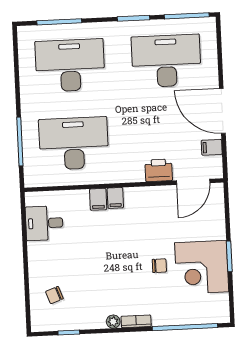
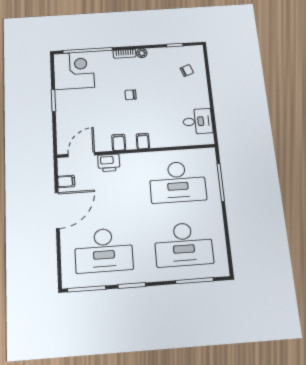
door: (222, 111) -> (57, 211), hinge flipped
filing cabinet: (98, 199) -> (119, 142), moved
chair: (159, 266) -> (131, 95), moved
corner desk: (202, 267) -> (74, 71), moved

